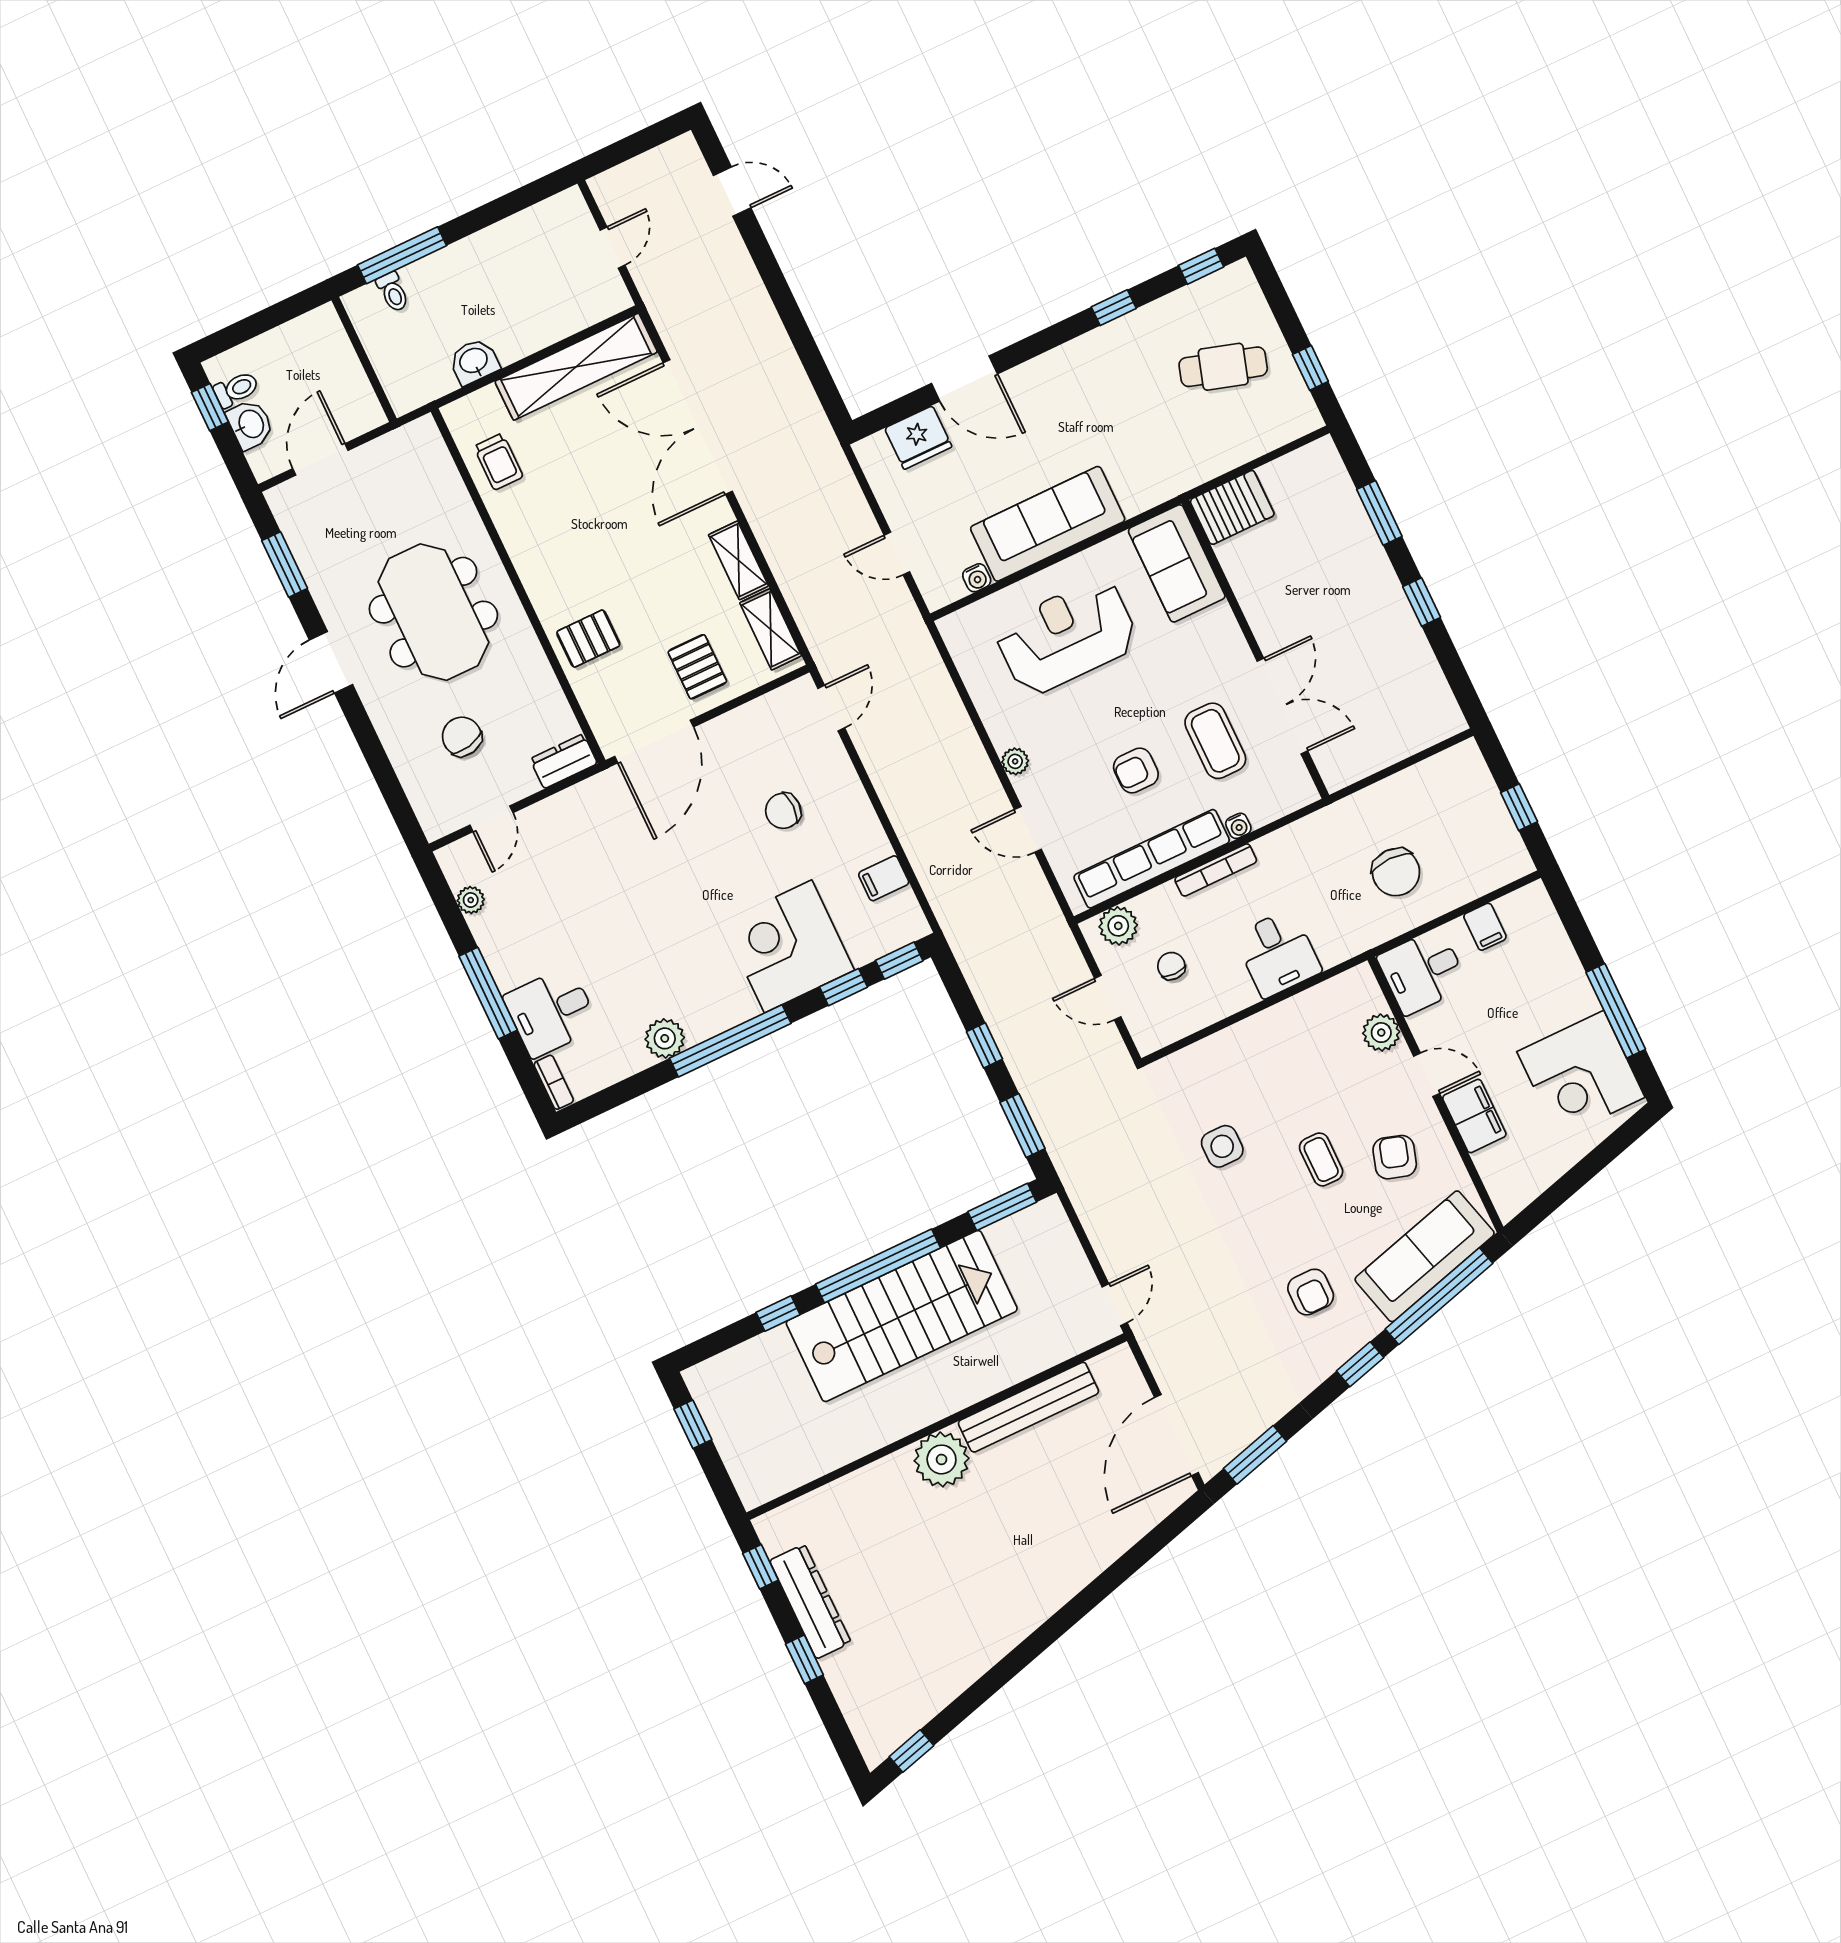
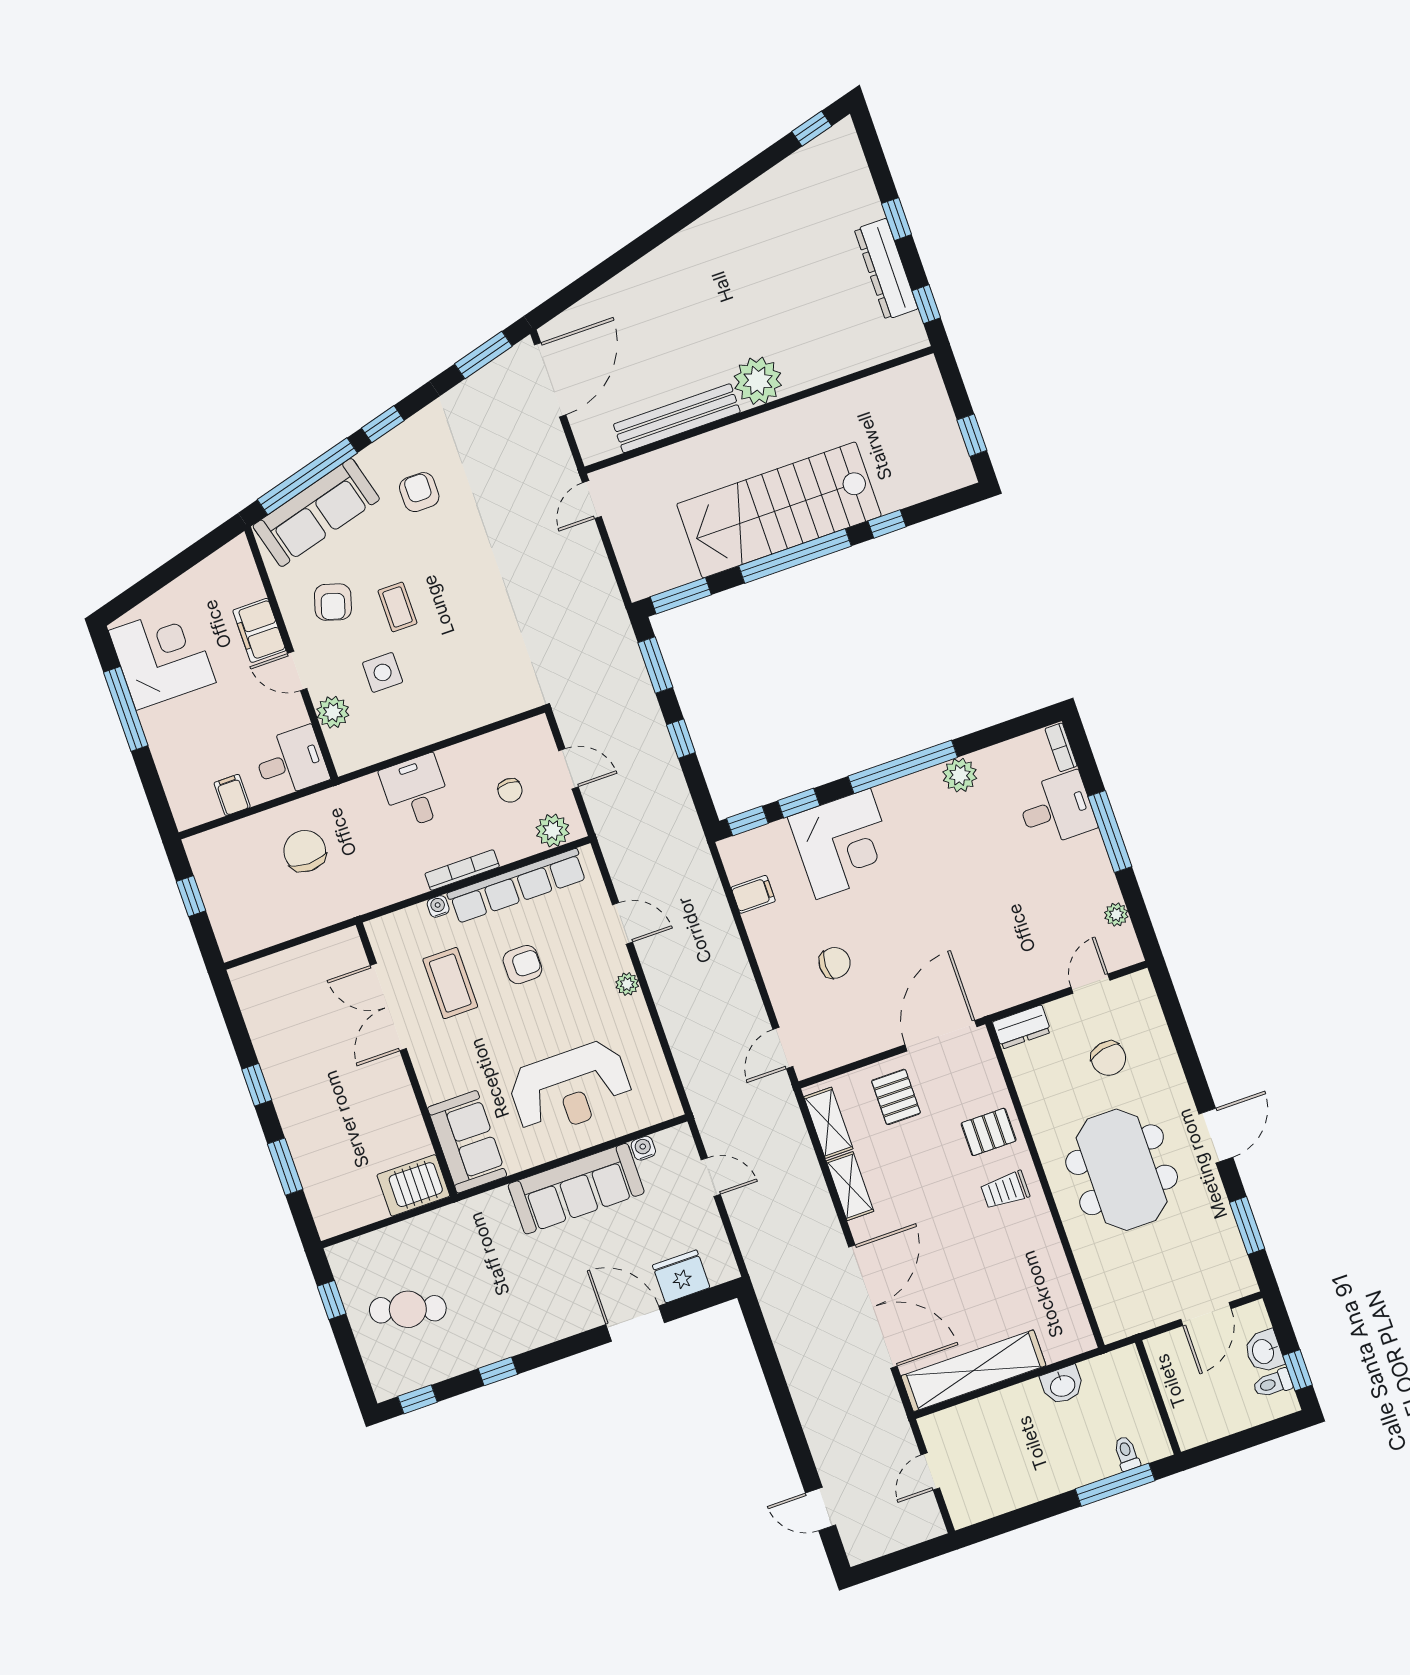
trolley: (498, 462) -> (1005, 1190), moved, turned -90
side table: (1222, 1146) -> (383, 672), moved

